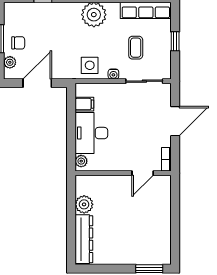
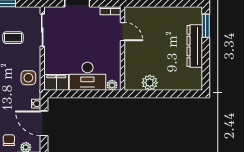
water cooler: (113, 74) -> (36, 104), moved
filing cabinet: (84, 104) -> (56, 82), width x2.00
dresser: (84, 239) -> (195, 46), moved, turned -90

